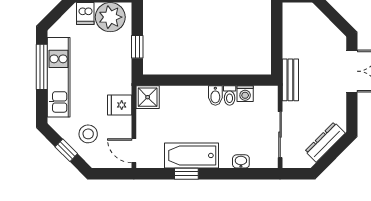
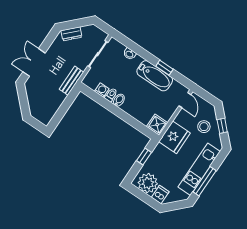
fridge: (120, 105) -> (174, 137), width x1.88, depth x1.34
dresser: (325, 142) -> (71, 34), width x0.70

